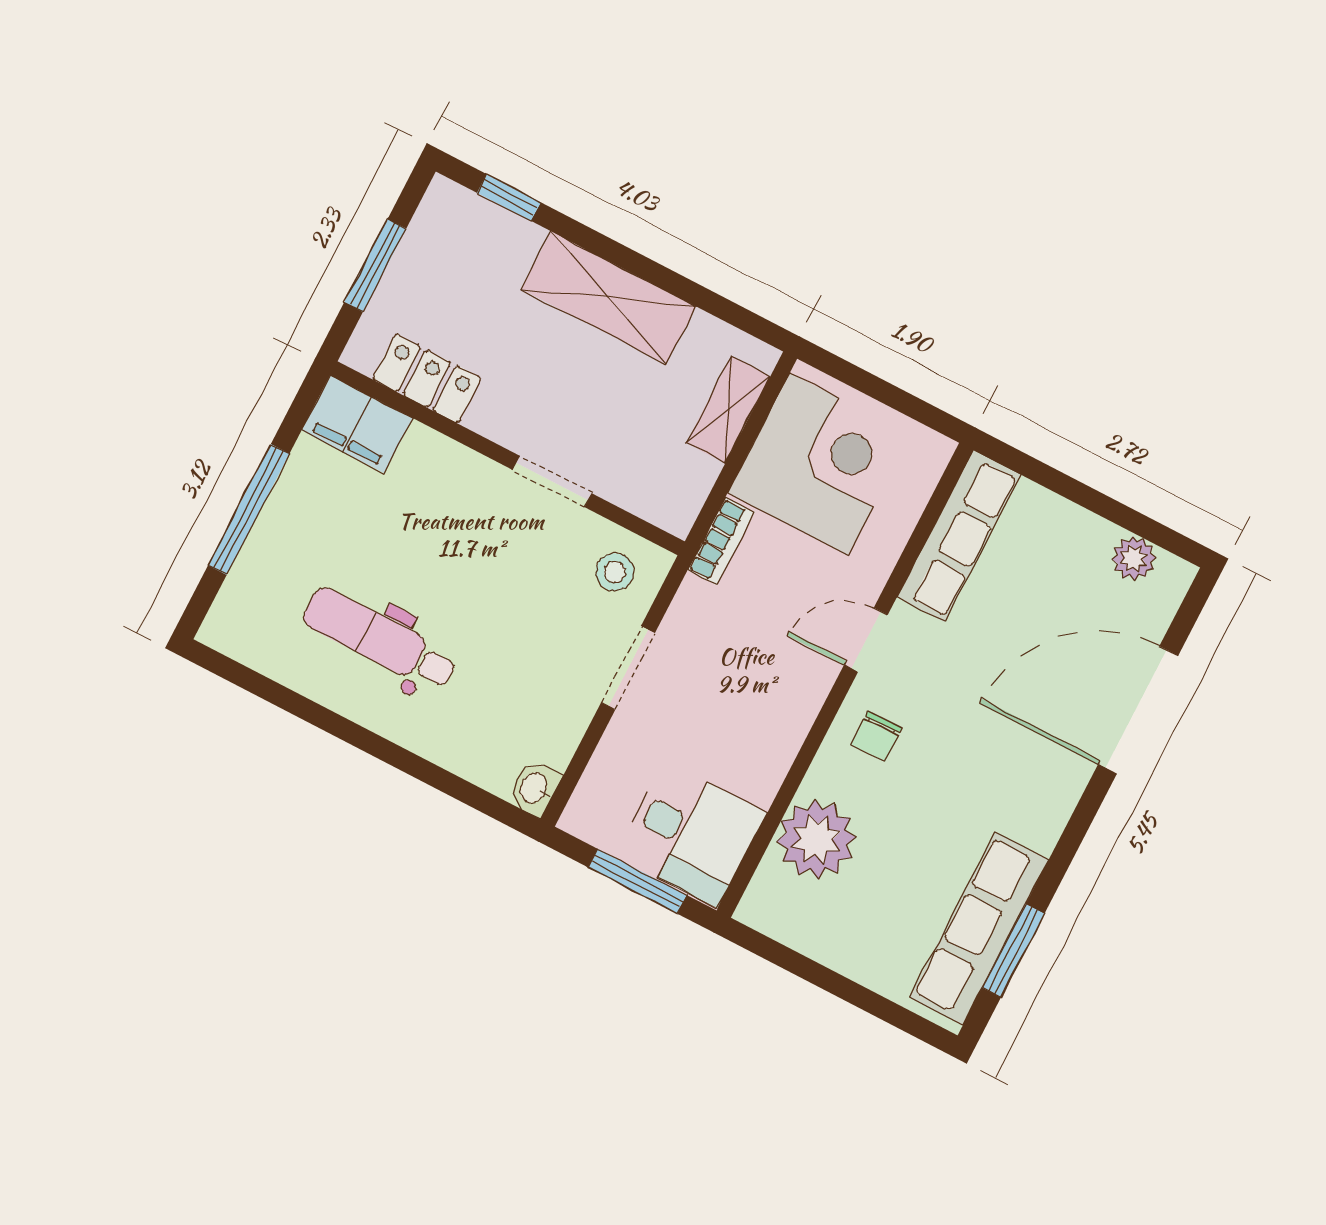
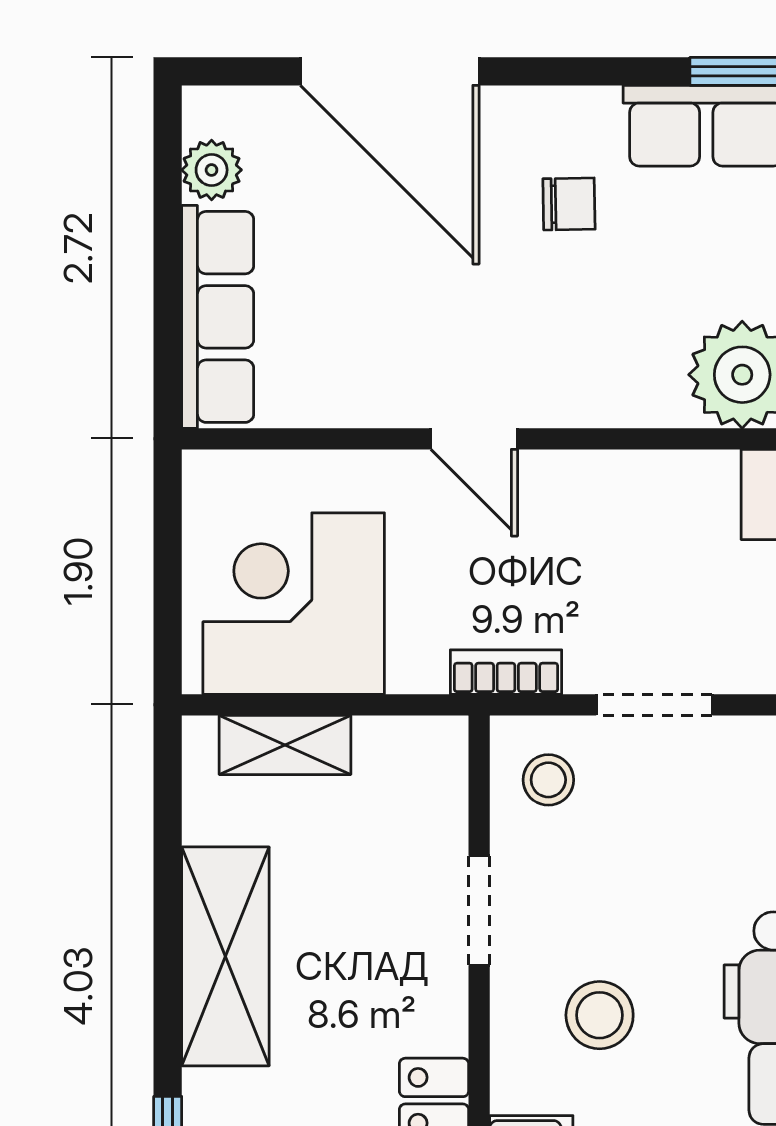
stool: (442, 525) -> (600, 1015), added
row of seats: (959, 536) -> (218, 317), moved, turned 90
bookcase: (721, 541) -> (506, 672), moved
chair: (877, 736) -> (569, 204), moved

